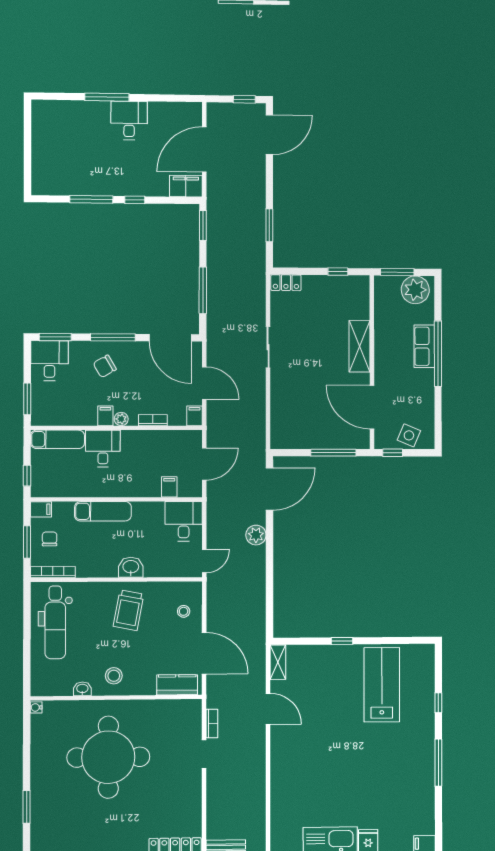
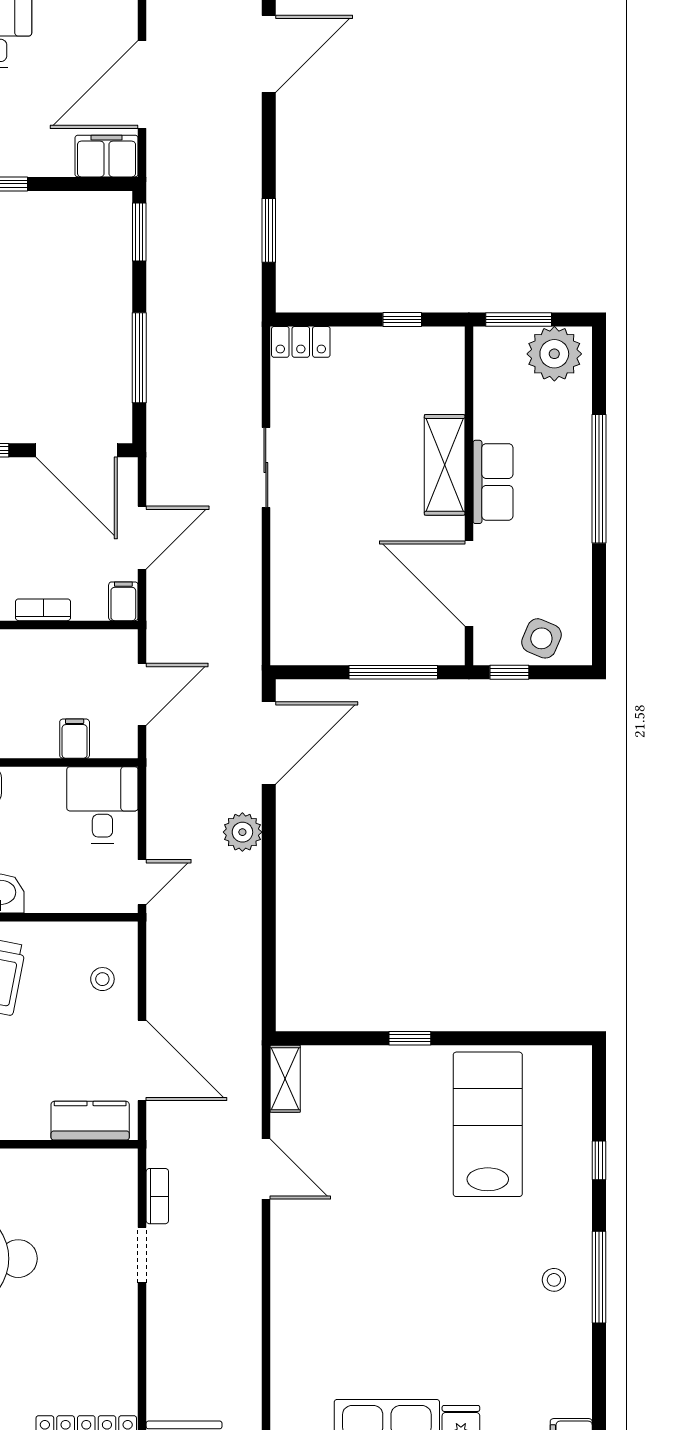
row of seats: (424, 346) -> (493, 482), moved, turned 180
door: (204, 383) -> (142, 538), hinge flipped
stool: (416, 764) -> (554, 1280), added

